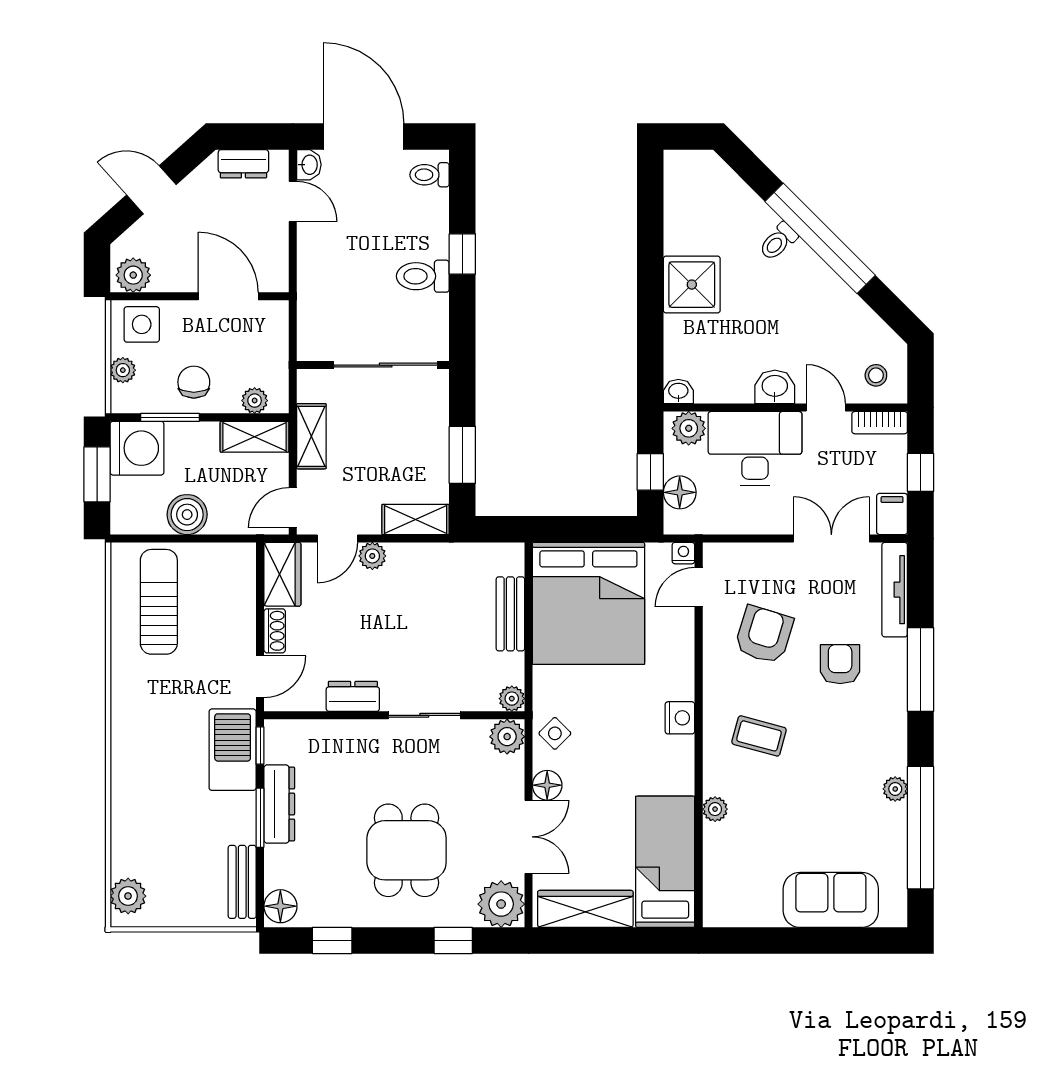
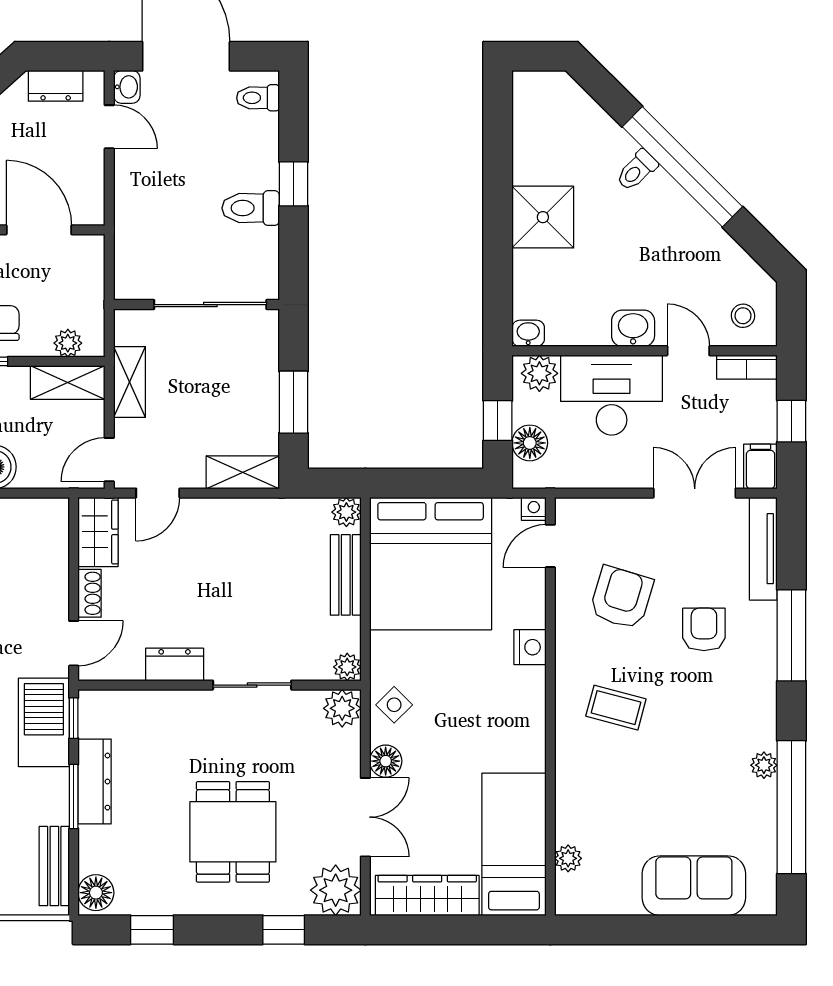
plant: (372, 556) -> (346, 512), moved
nightstand: (680, 718) -> (530, 647), moved
plant: (715, 809) -> (568, 858), moved

